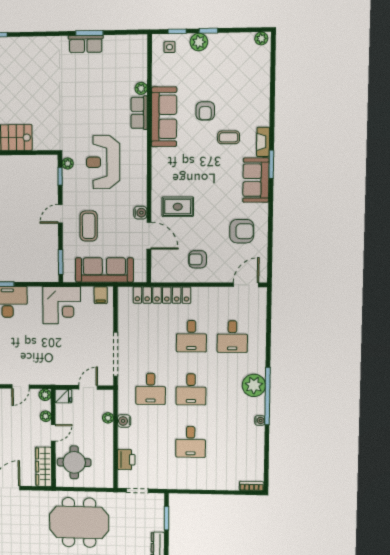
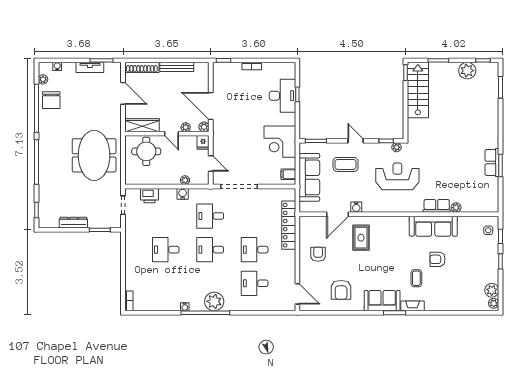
plant: (199, 42) -> (492, 290), moved
door: (20, 387) -> (211, 106), width x1.88

